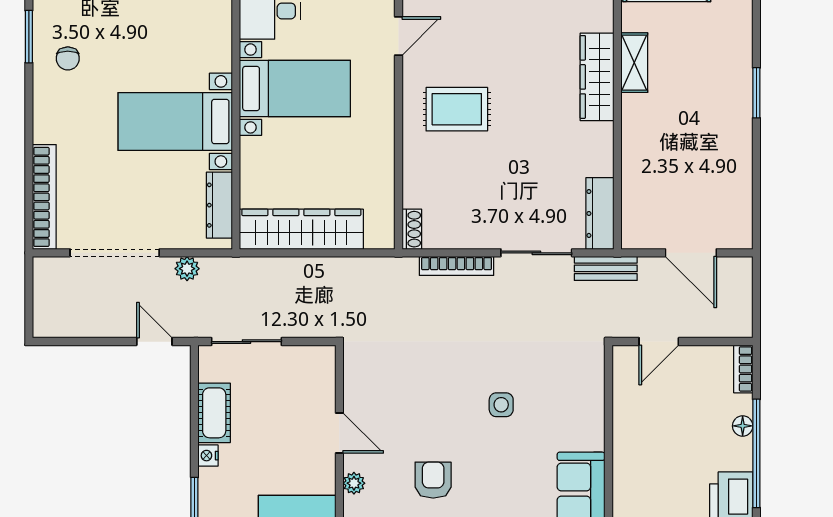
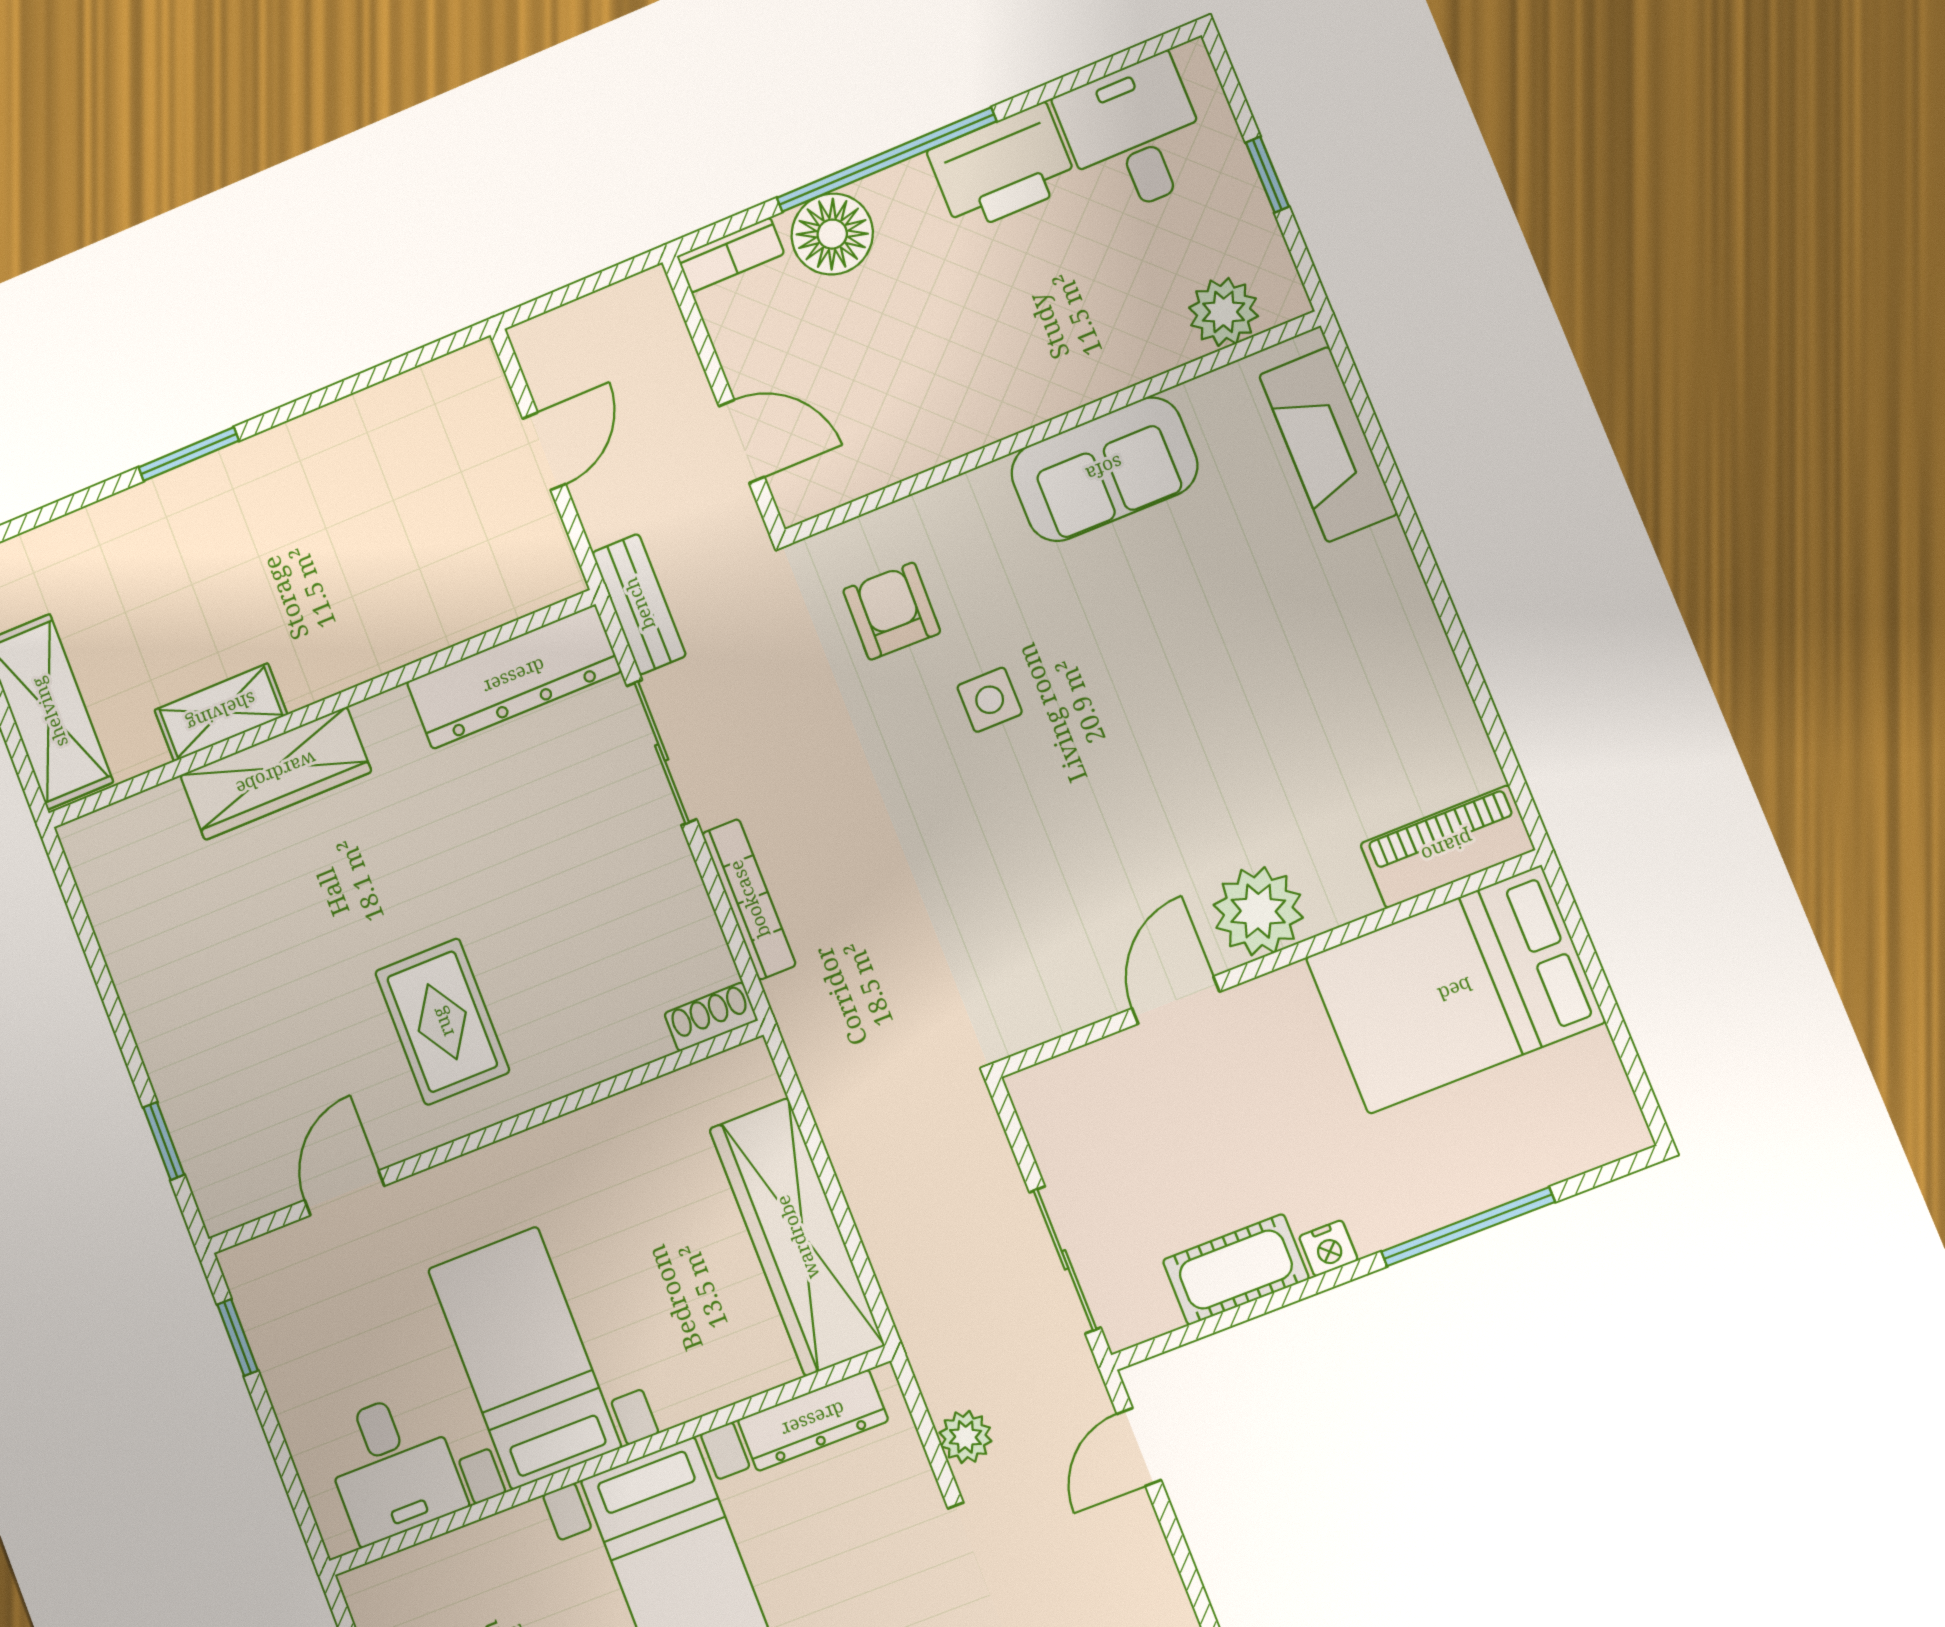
door: (399, 36) -> (344, 1193), hinge flipped
dresser: (600, 213) -> (514, 677), width x1.37, depth x1.24
door: (691, 253) -> (544, 451), width x0.73
floor lamp: (743, 426) -> (832, 234), width x1.89, depth x1.89
armchair: (433, 480) -> (892, 611), moved, turned 91
plant: (354, 483) -> (1258, 911), width x1.88, depth x1.88

